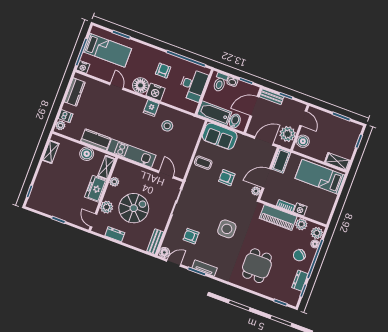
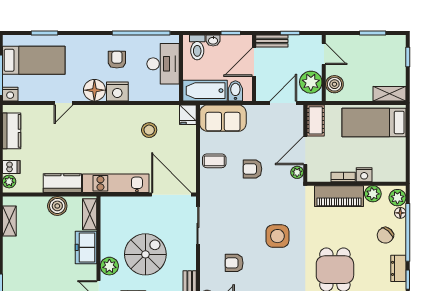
door: (117, 86) -> (63, 103), swing flipped
fridge: (151, 108) -> (188, 115), moved
door: (166, 175) -> (171, 195), width x1.87
plant: (114, 182) -> (107, 229), removed

